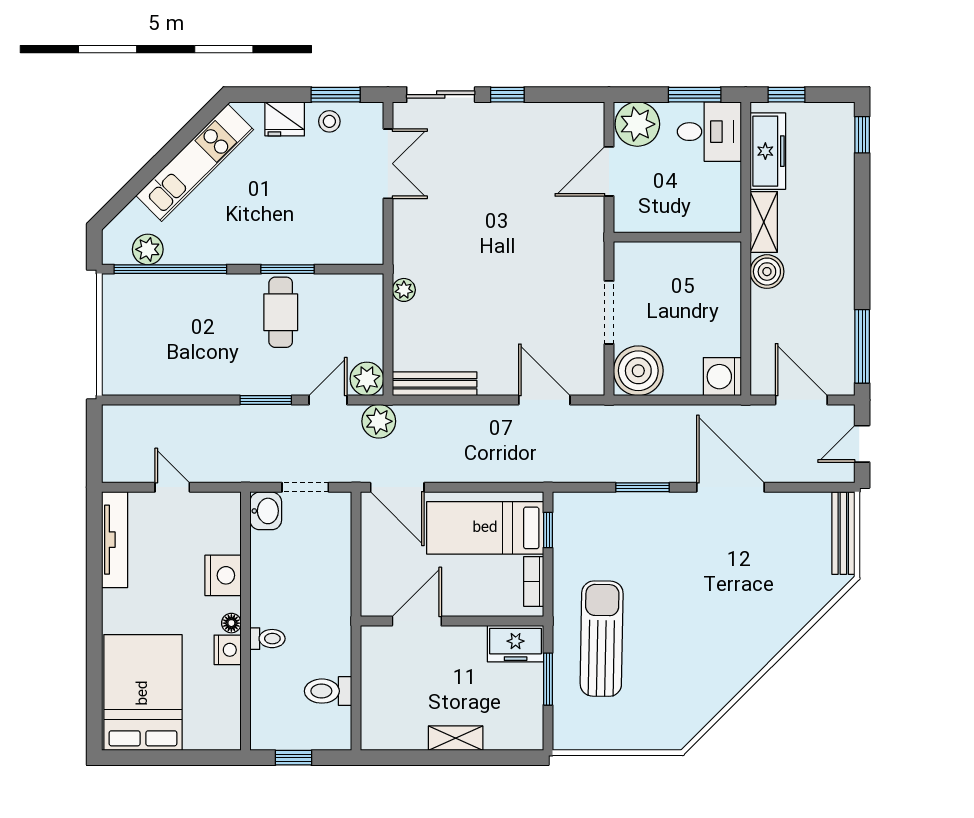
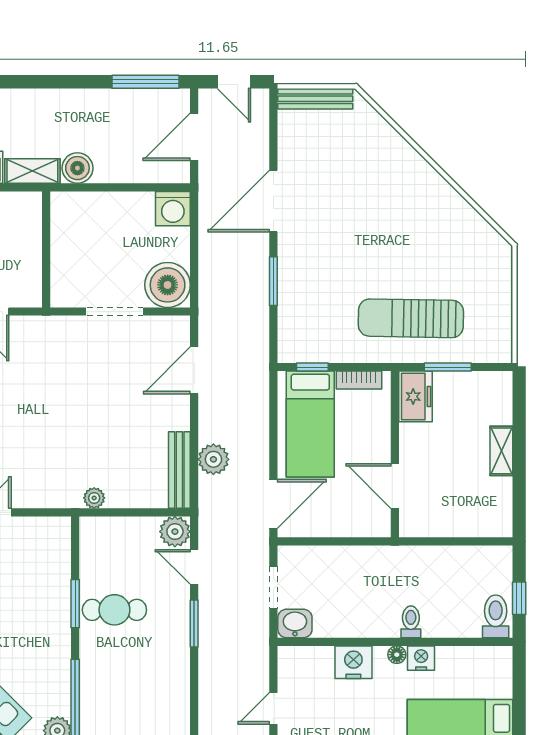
plant: (379, 421) -> (213, 459), moved
toilet: (328, 691) -> (496, 616), moved, turned 180

